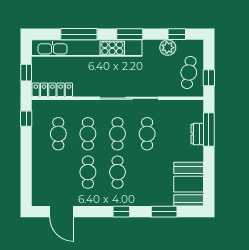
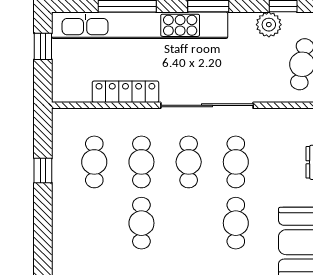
window: (26, 73) -> (43, 46), moved
locker: (52, 90) -> (125, 92), moved
window: (26, 119) -> (43, 171), moved
cafe table: (117, 172) -> (236, 223), moved

